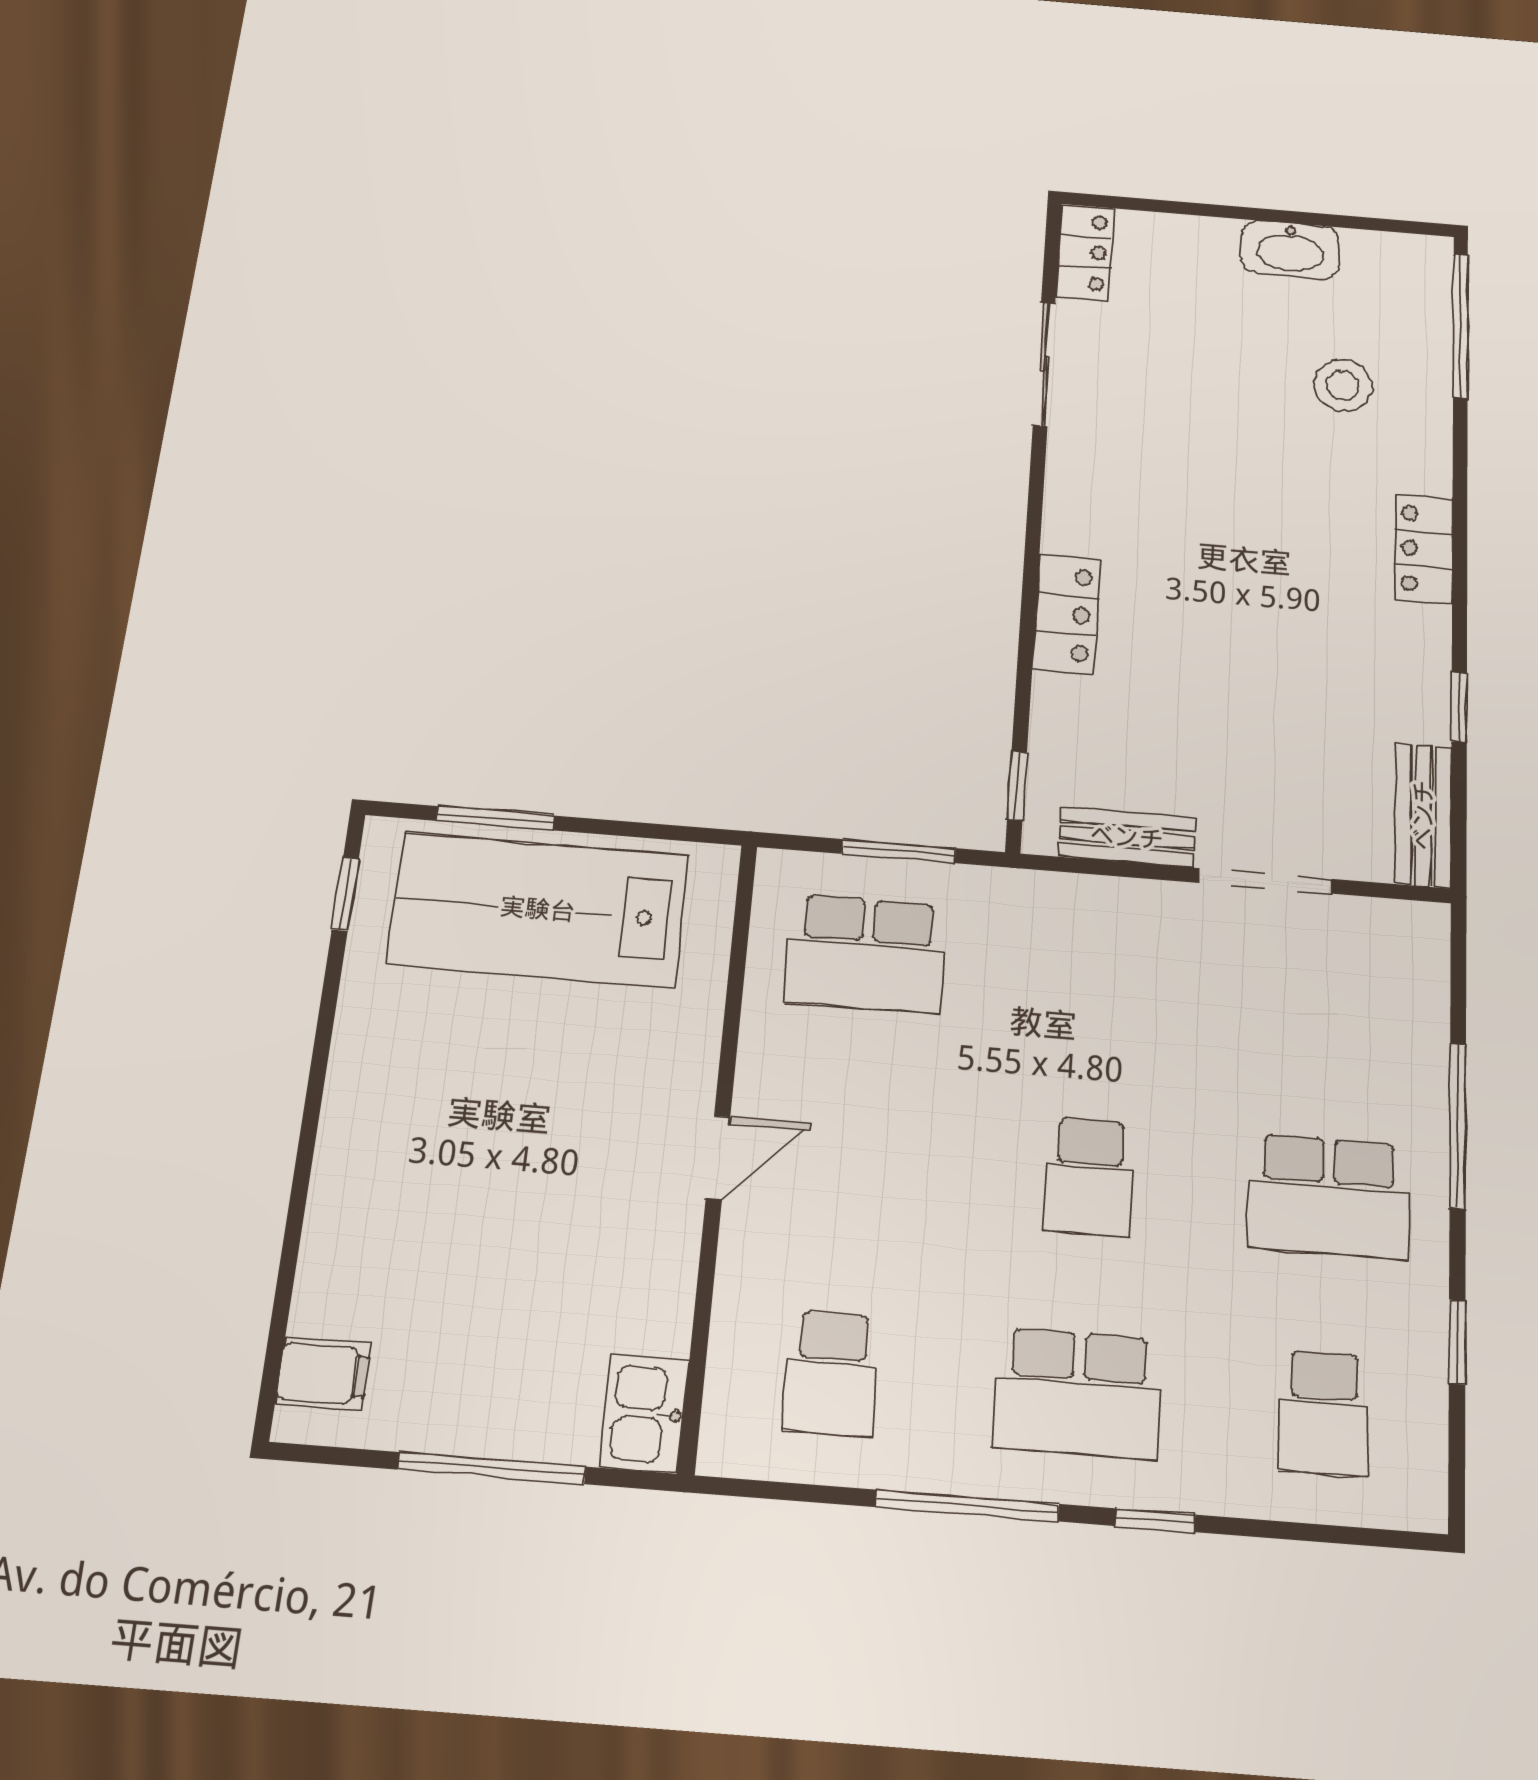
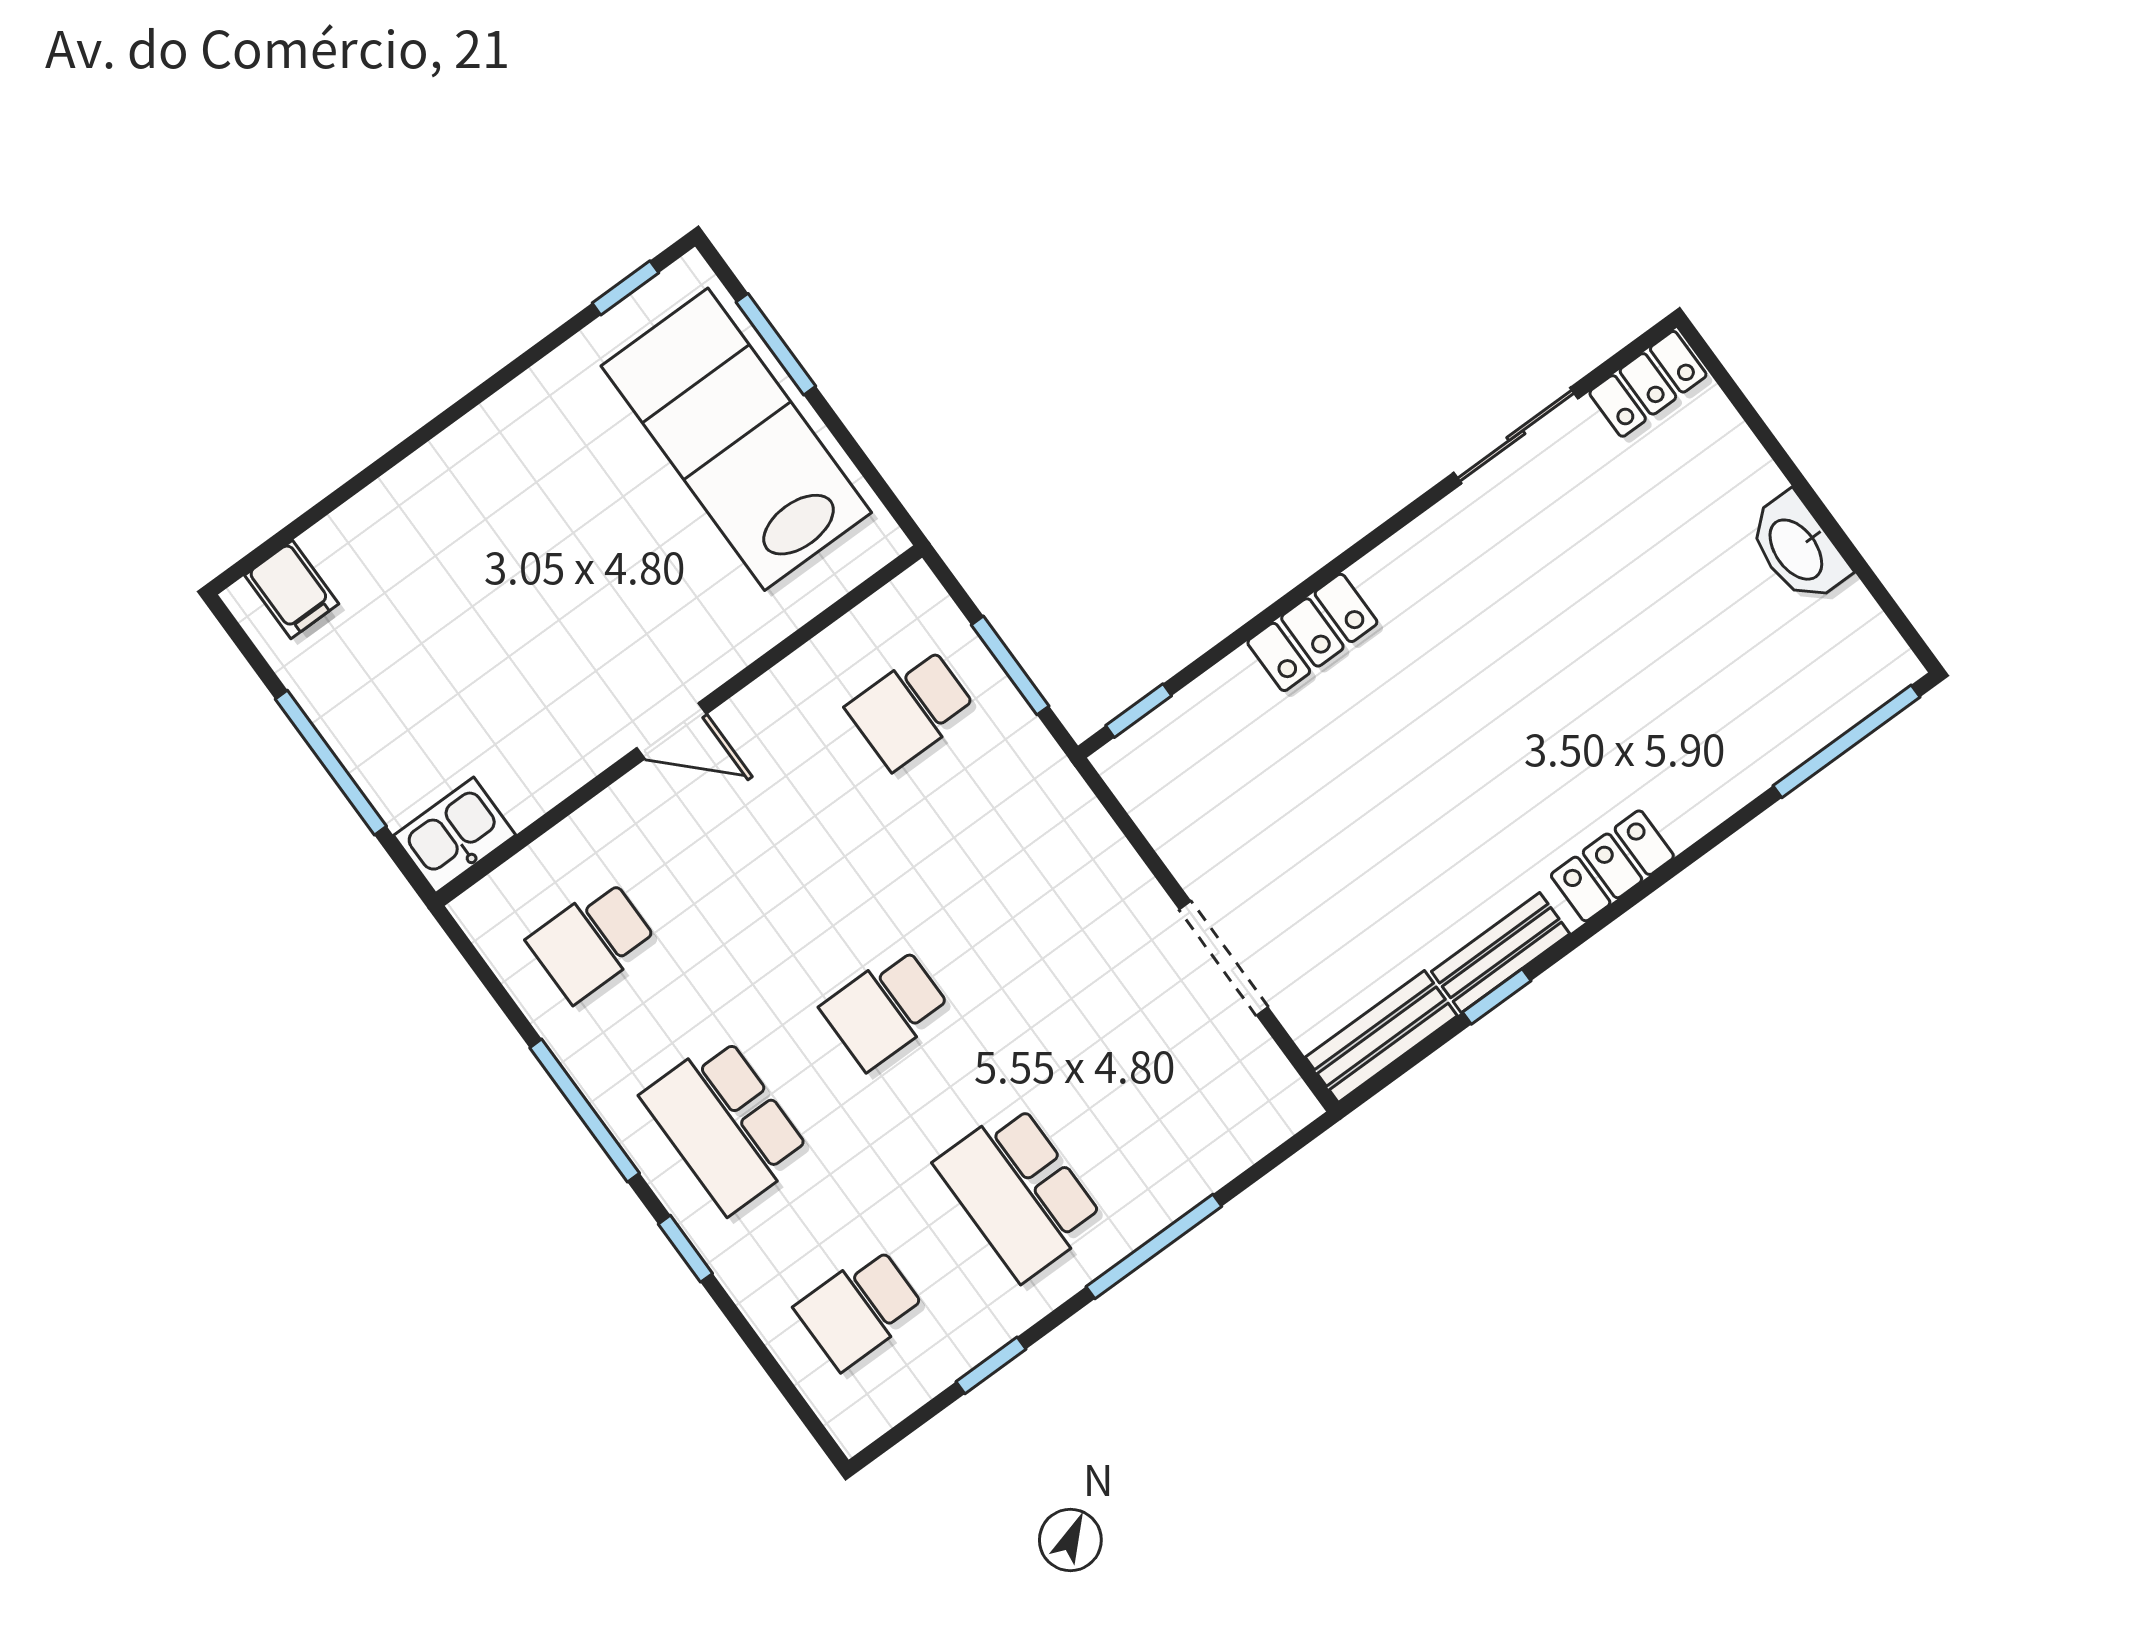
stool: (1343, 385) -> (1706, 689), removed
bench: (1127, 837) -> (1501, 953), moved, turned 90
school desk: (866, 954) -> (911, 709), width x0.54

